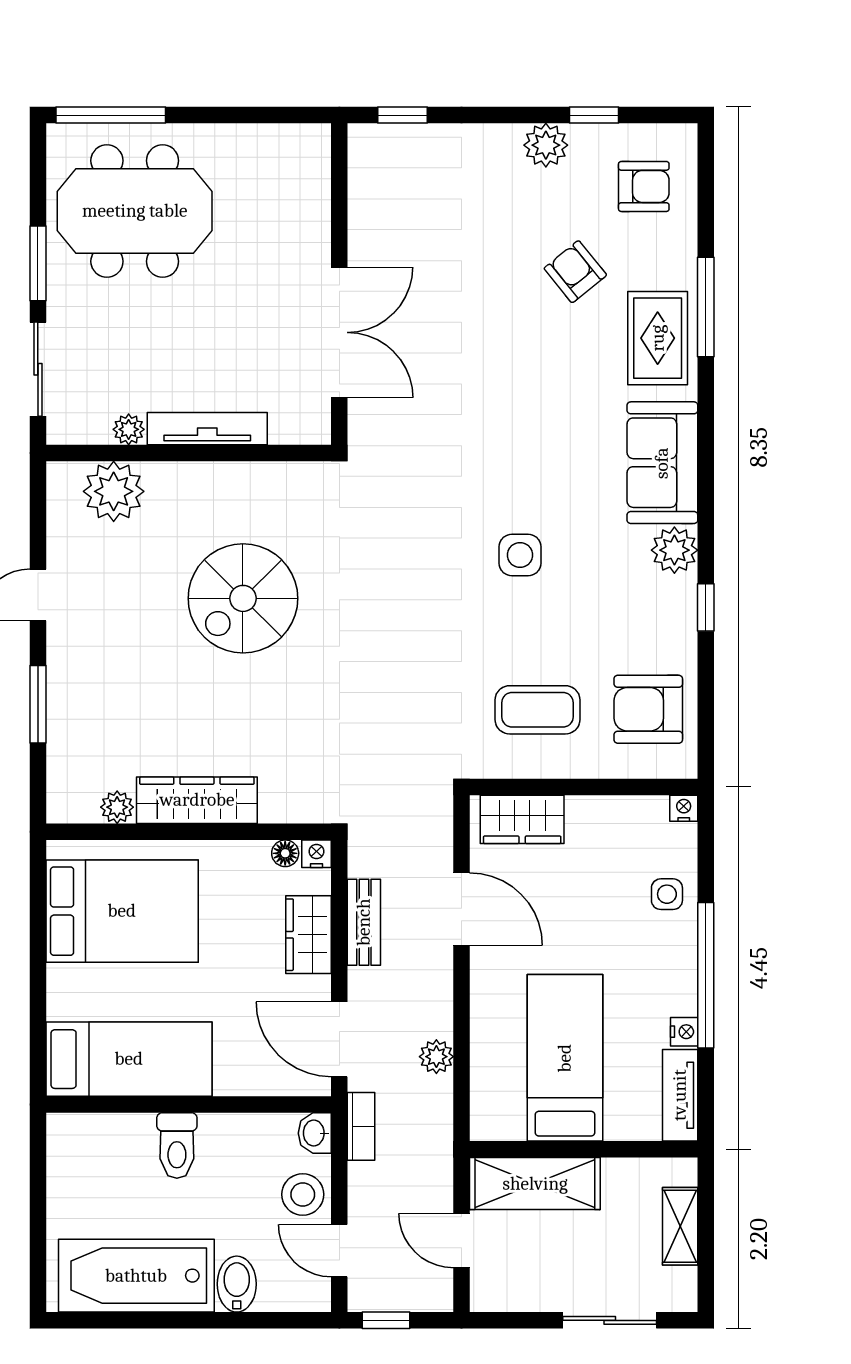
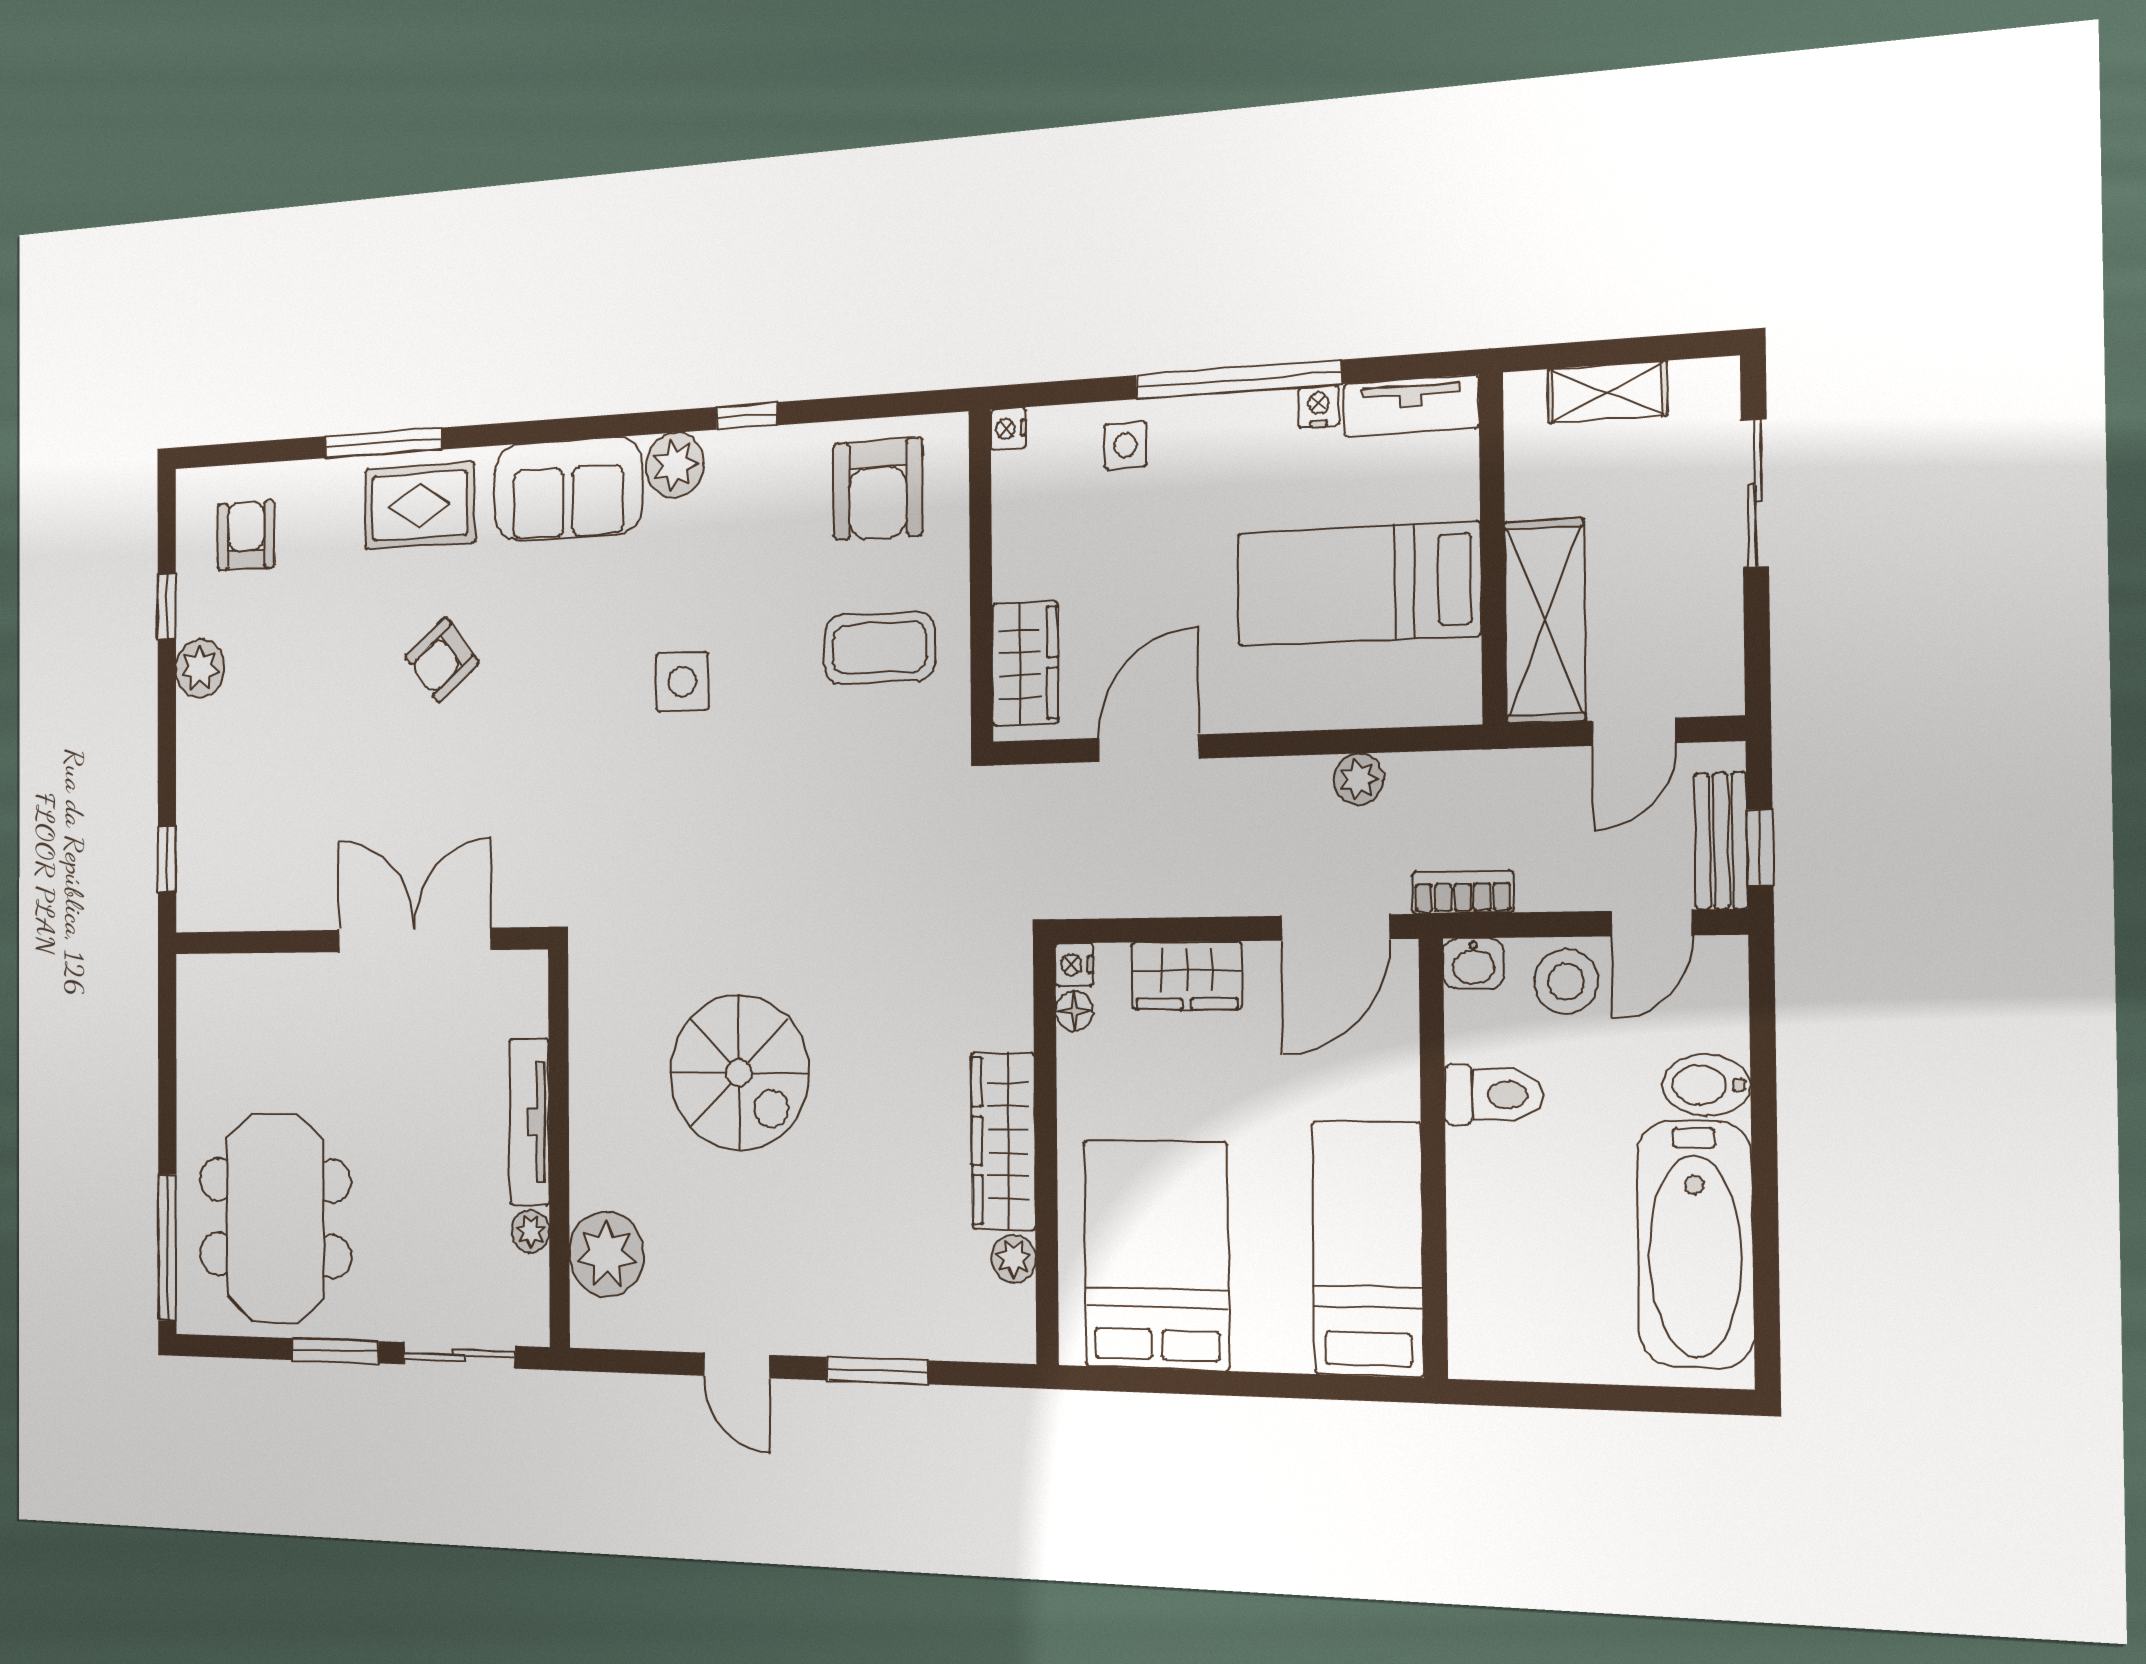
armchair: (575, 272) -> (442, 660), moved
coffee table: (537, 710) -> (880, 648), turned 90
bench: (364, 922) -> (1721, 841), moved, turned 90
toilet: (177, 1146) -> (1494, 1095), moved

